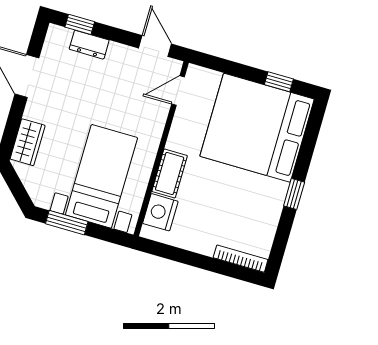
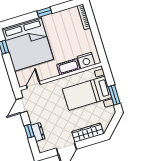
window: (80, 24) -> (29, 131), moved
door: (178, 91) -> (33, 85), swing flipped
wardrobe: (28, 142) -> (88, 133), width x1.50

